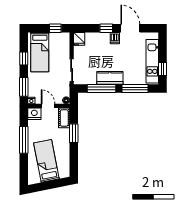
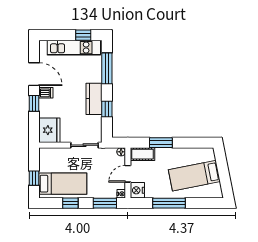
window: (55, 28) -> (34, 178), moved
door: (130, 28) -> (34, 74), swing flipped
fridge: (79, 39) -> (49, 130), width x1.88, depth x1.34
window: (102, 89) -> (107, 109), width x0.46

